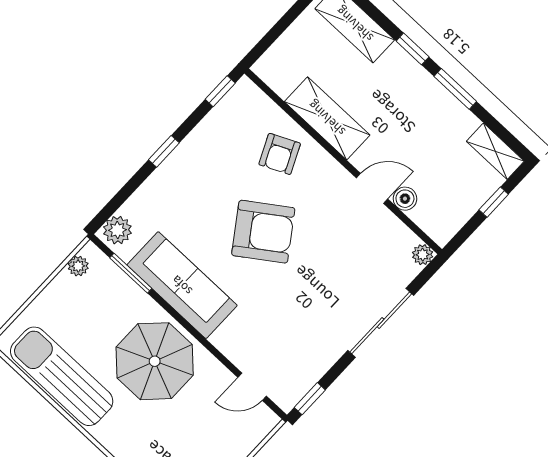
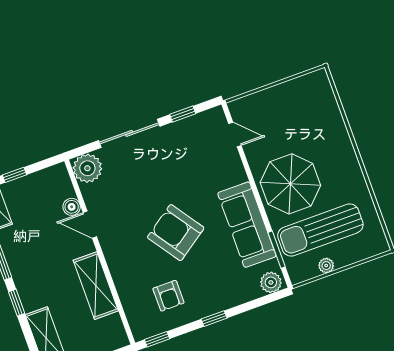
armchair: (280, 154) -> (168, 296), moved, turned 115
plant: (423, 255) -> (87, 168), width x1.88, depth x1.88
plant: (78, 266) -> (326, 266), moved
sun lounger: (62, 376) -> (320, 230), moved, turned 90
window: (310, 399) -> (183, 114), moved

